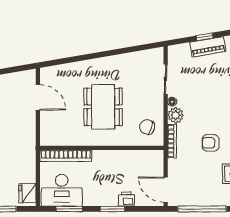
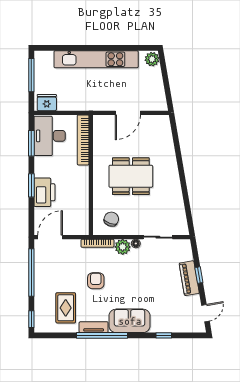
door: (38, 97) -> (128, 113), moved
printer: (126, 199) -> (44, 192), width x1.87, depth x1.48

